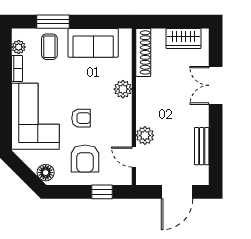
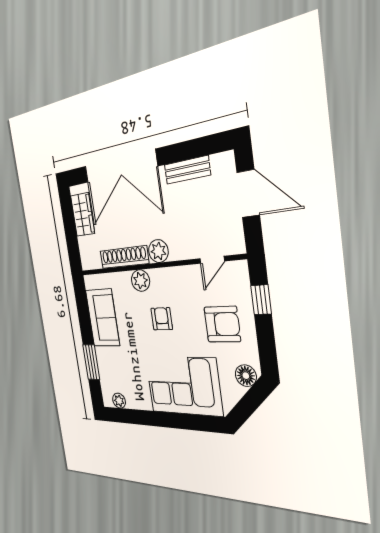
coffee table: (49, 47) -> (114, 367), removed
shoe rack: (143, 52) -> (124, 257), moved
bookcase: (17, 68) -> (139, 404), removed
double door: (216, 85) -> (120, 166), width x1.87
armchair: (81, 118) -> (162, 319), moved
plant: (145, 135) -> (158, 251), moved

